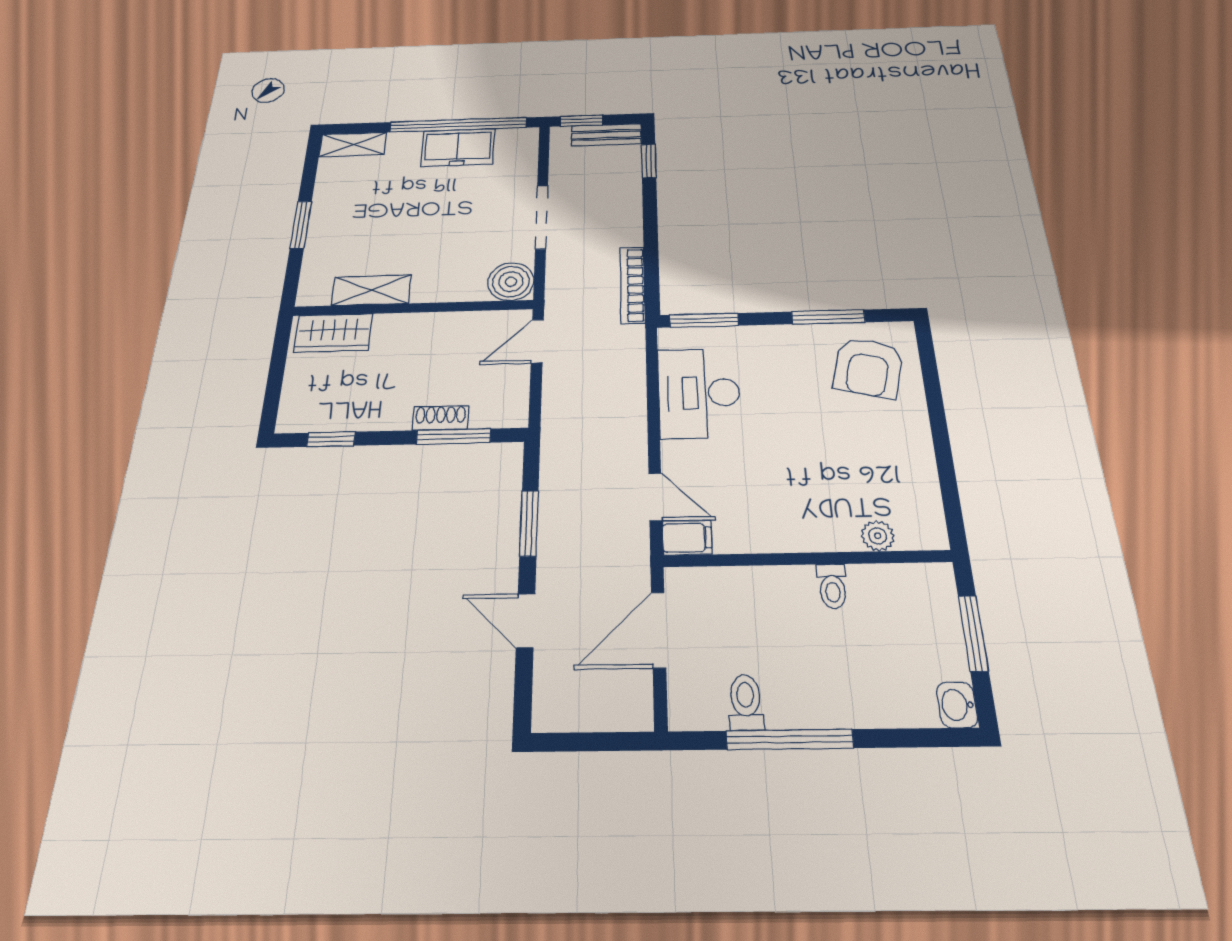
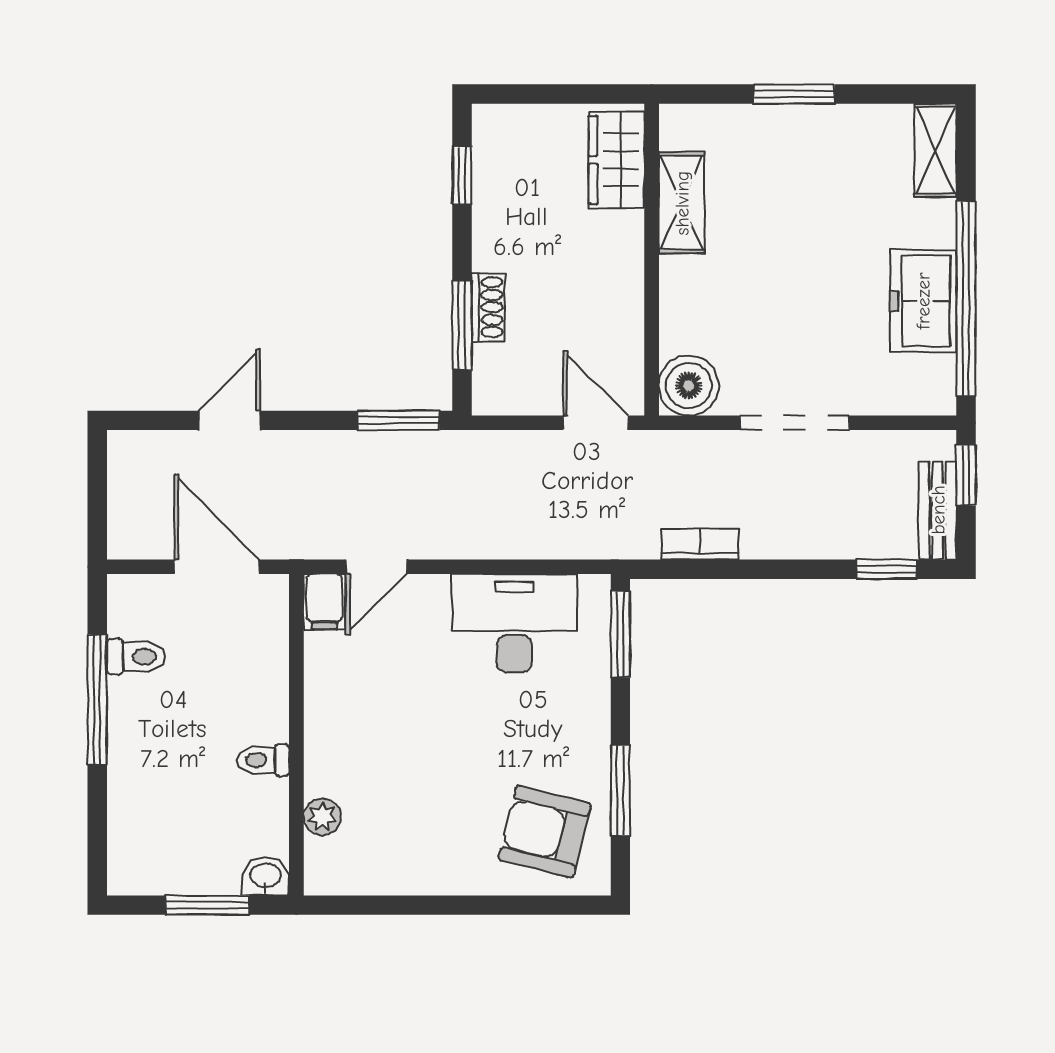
bookcase: (633, 285) -> (700, 544), width x0.64
window: (529, 523) -> (398, 420), moved
washbasin: (957, 705) -> (265, 876), moved

